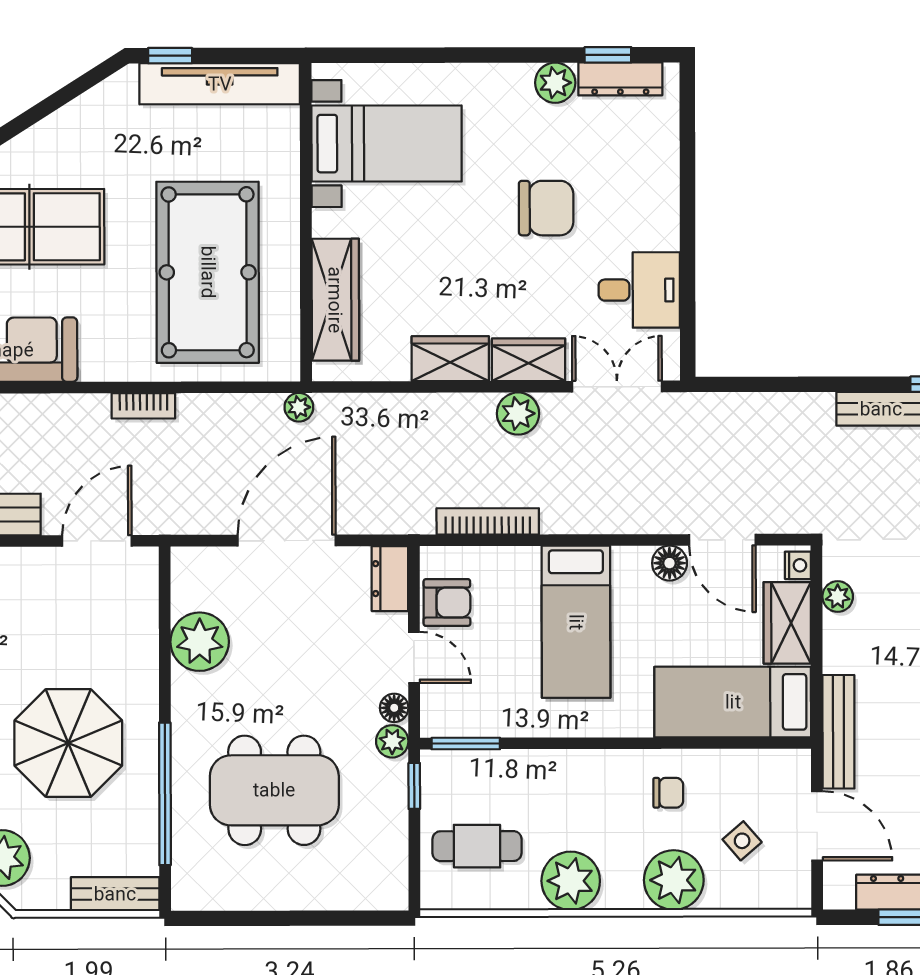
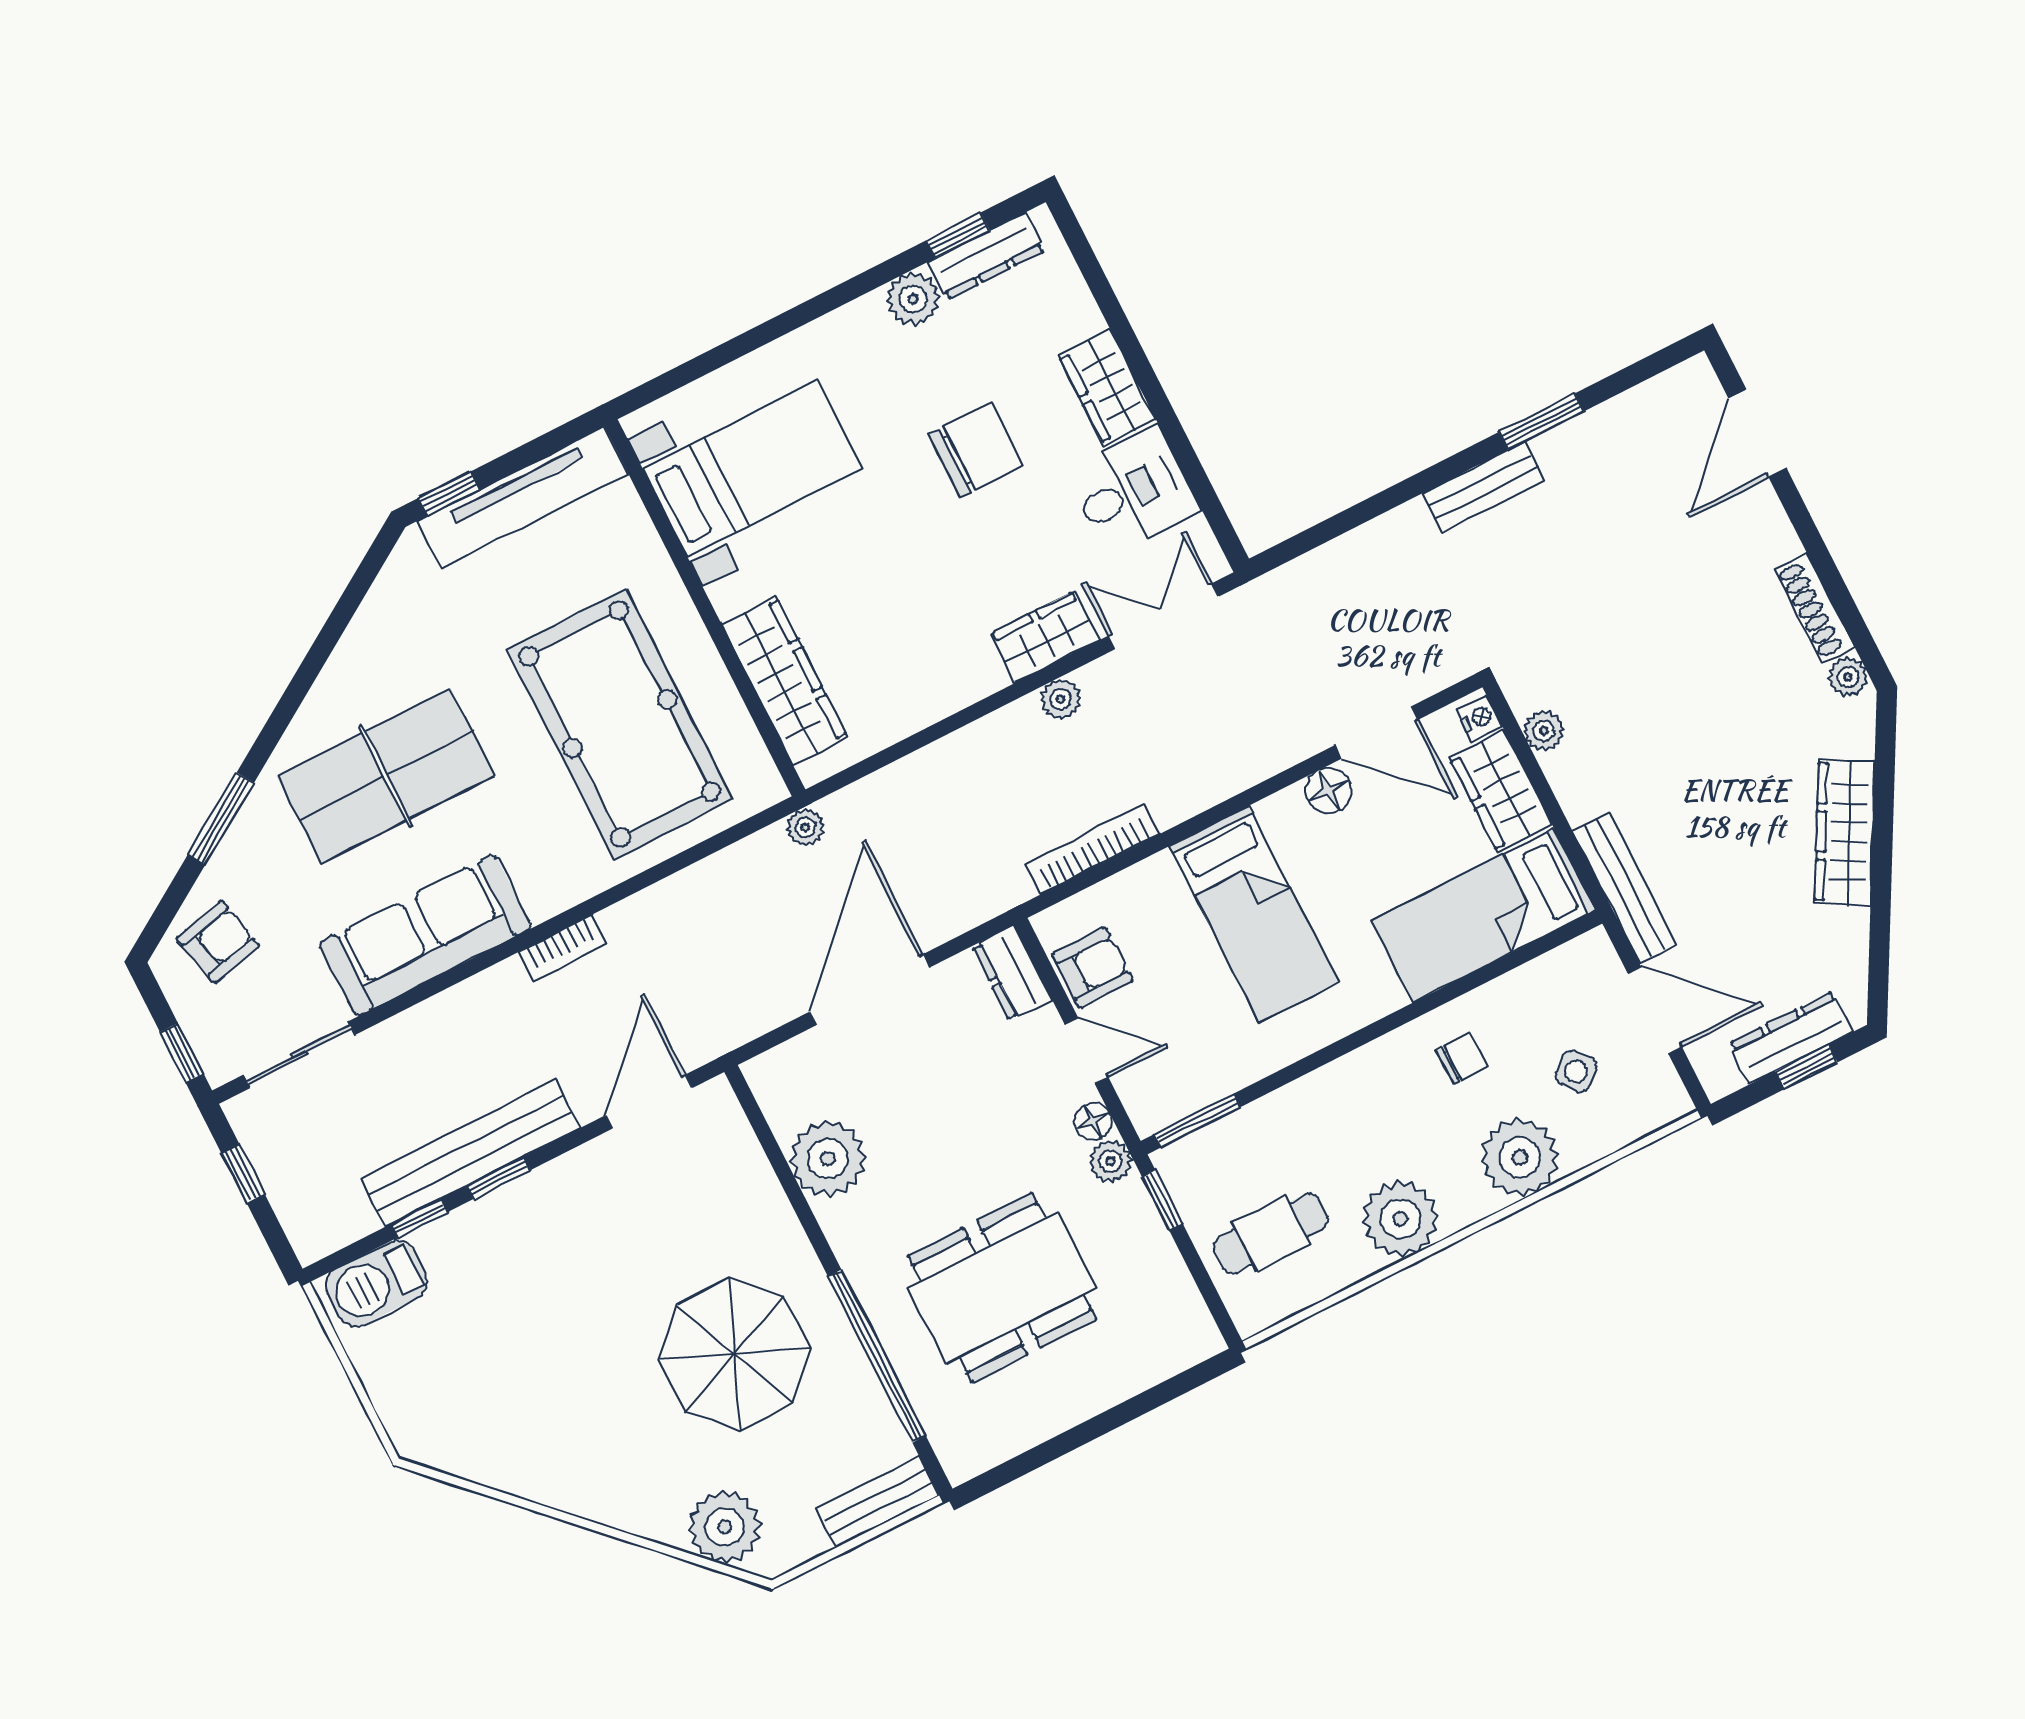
wardrobe: (450, 359) -> (1107, 388), moved, turned -90
bookcase: (143, 406) -> (563, 948), moved
plant: (518, 414) -> (1061, 699), width x0.73, depth x0.73

